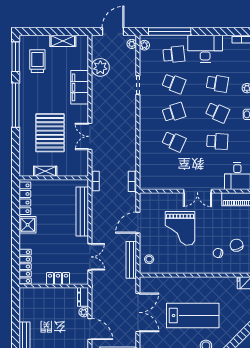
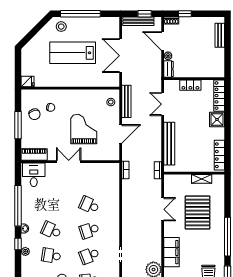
school desk: (174, 83) -> (89, 256), turned -42
school desk: (217, 141) -> (51, 205), removed
shower: (28, 225) -> (217, 119), moved

